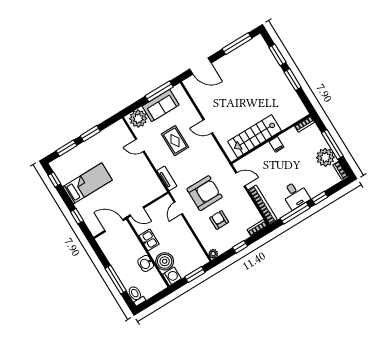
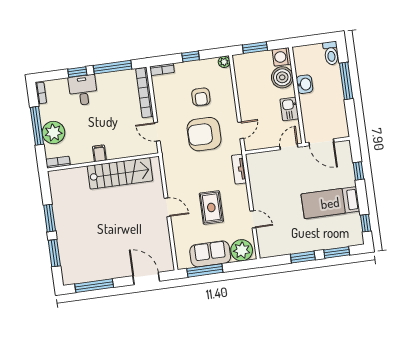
plant: (325, 157) -> (53, 132), moved
desk: (295, 195) -> (83, 90), moved
door: (137, 212) -> (289, 147), hinge flipped

